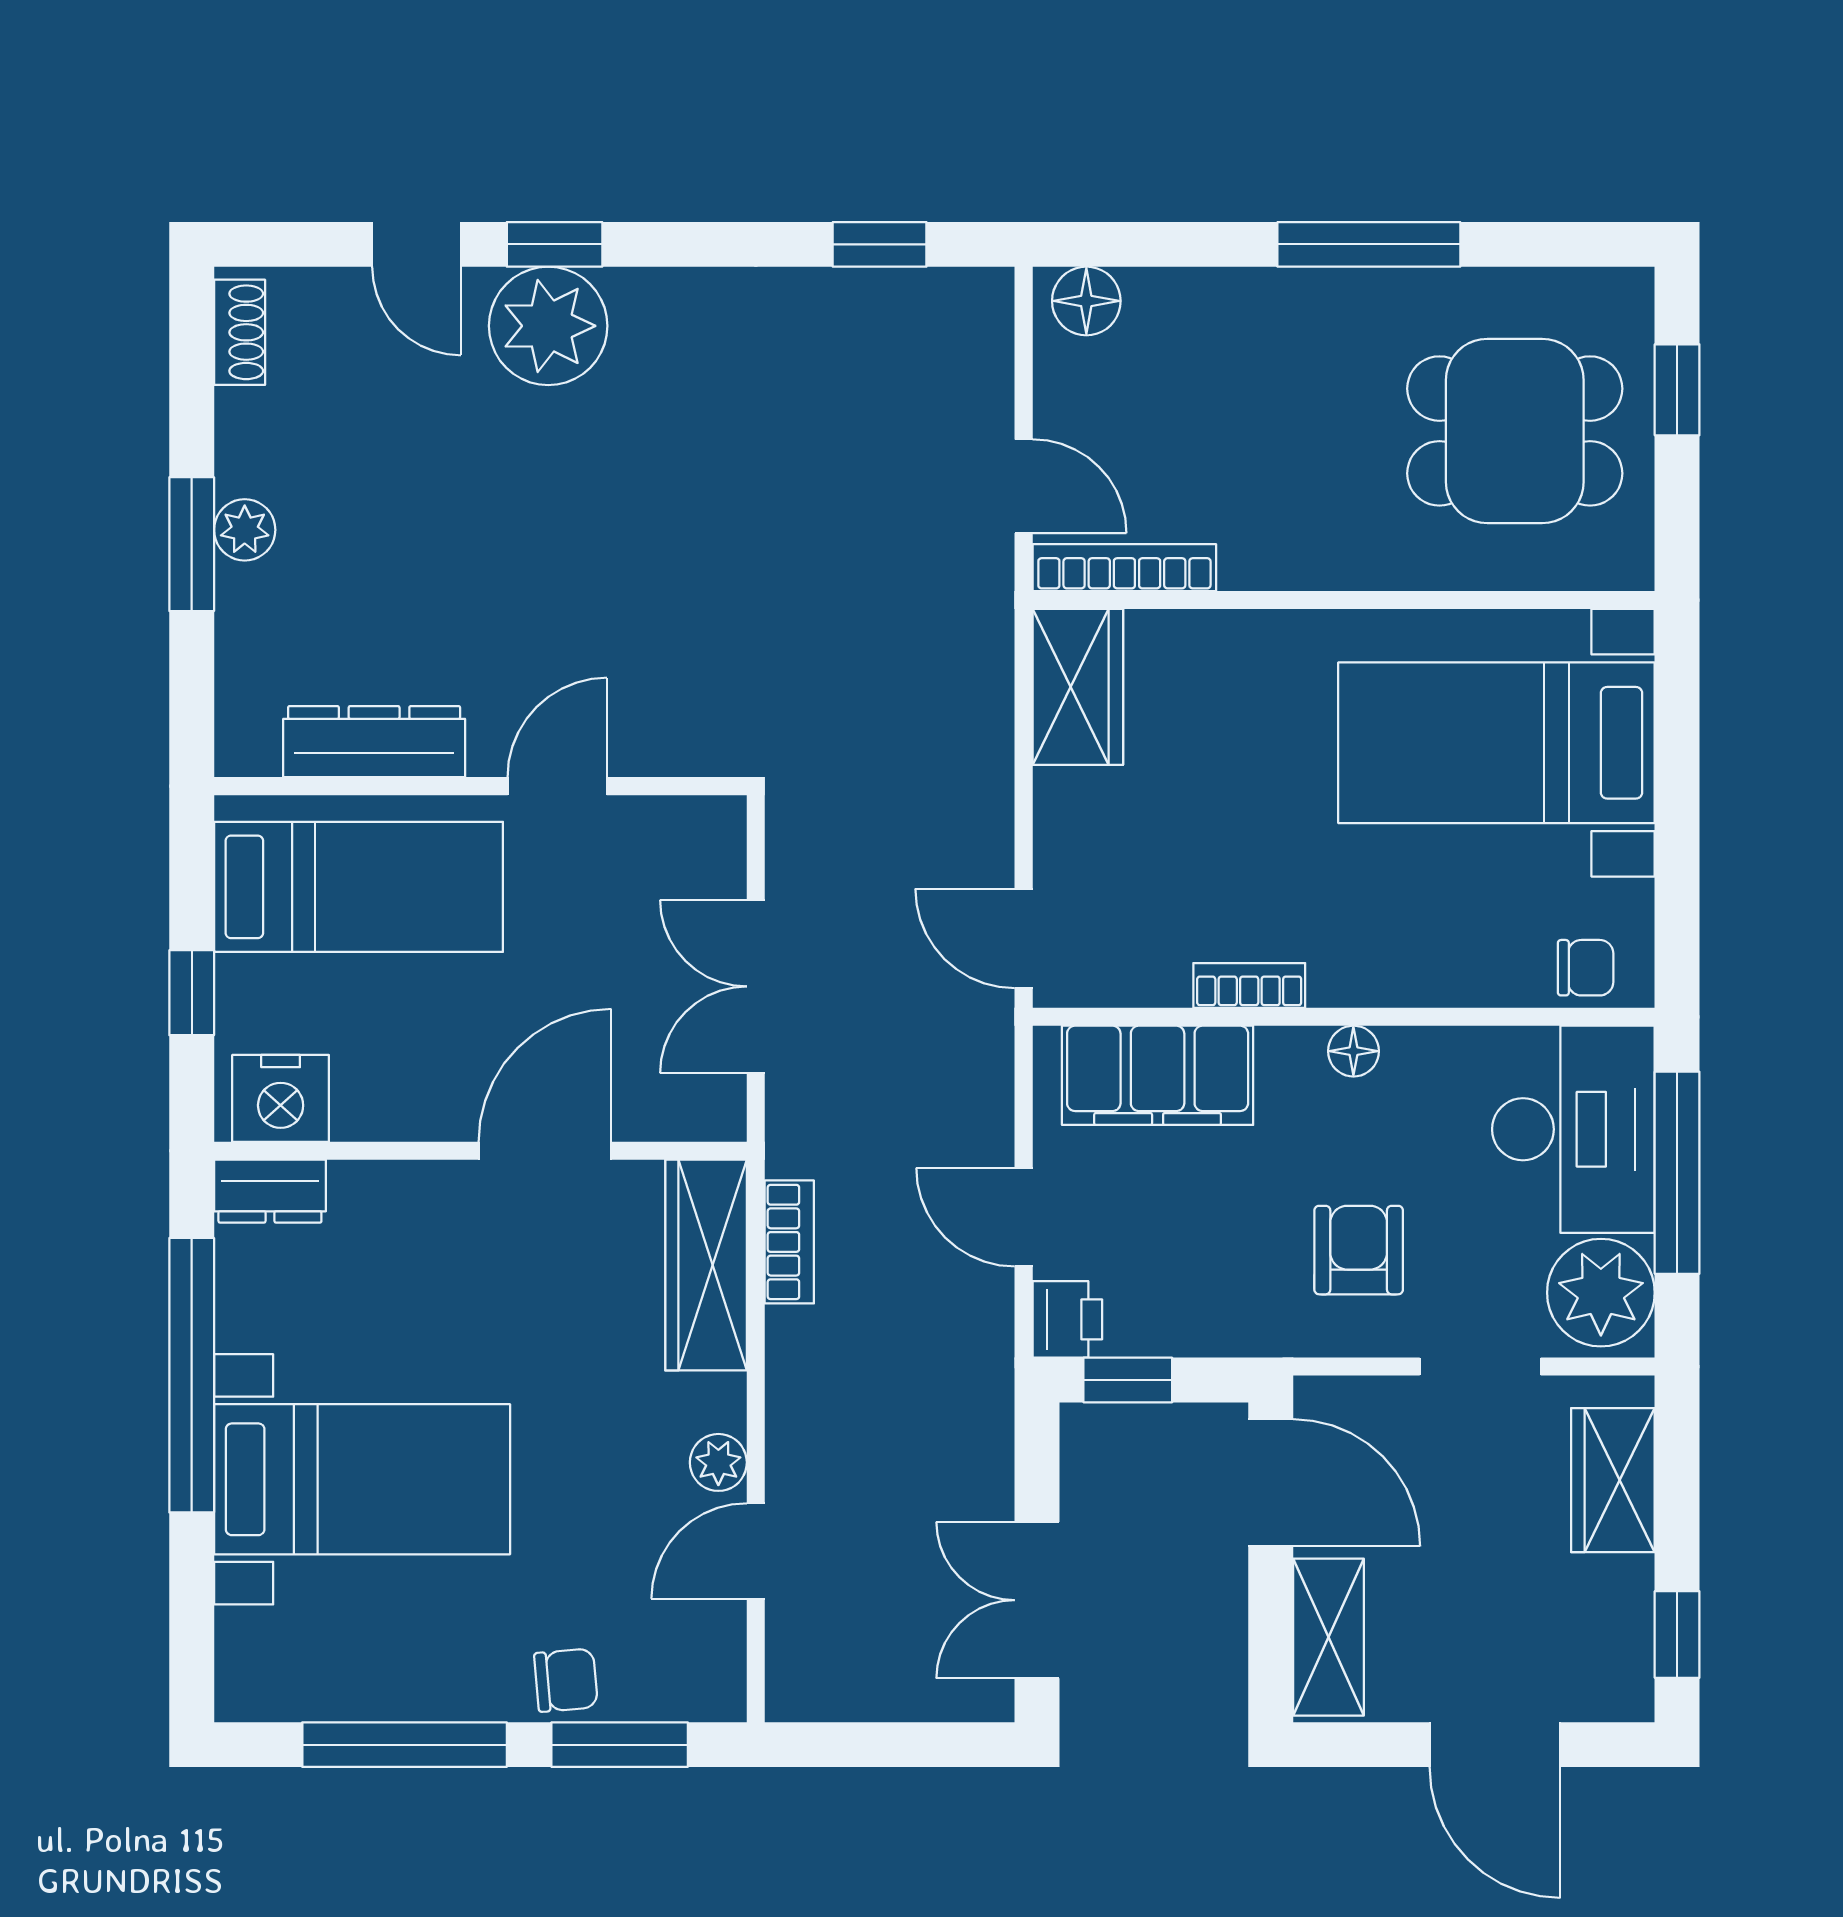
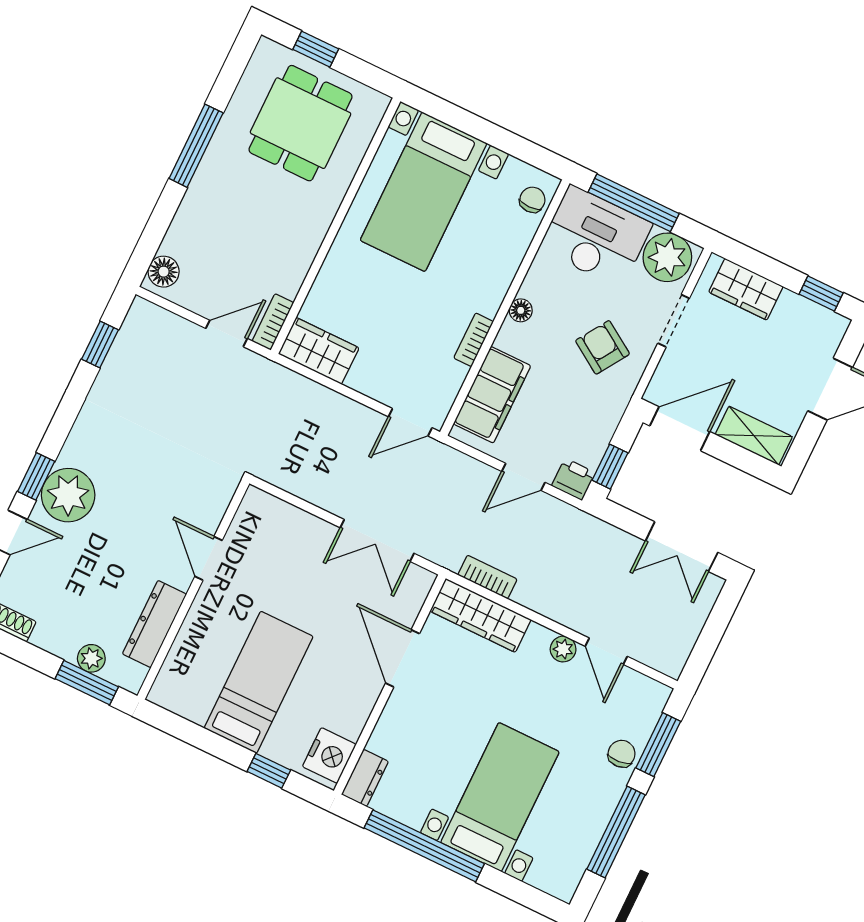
bookcase: (1124, 568) -> (273, 322), width x0.64
dresser: (374, 742) -> (154, 624), moved
wall: (480, 786) -> (193, 590), moved
door: (557, 786) -> (208, 558), moved
armchair: (1359, 1250) -> (603, 347), turned 33

